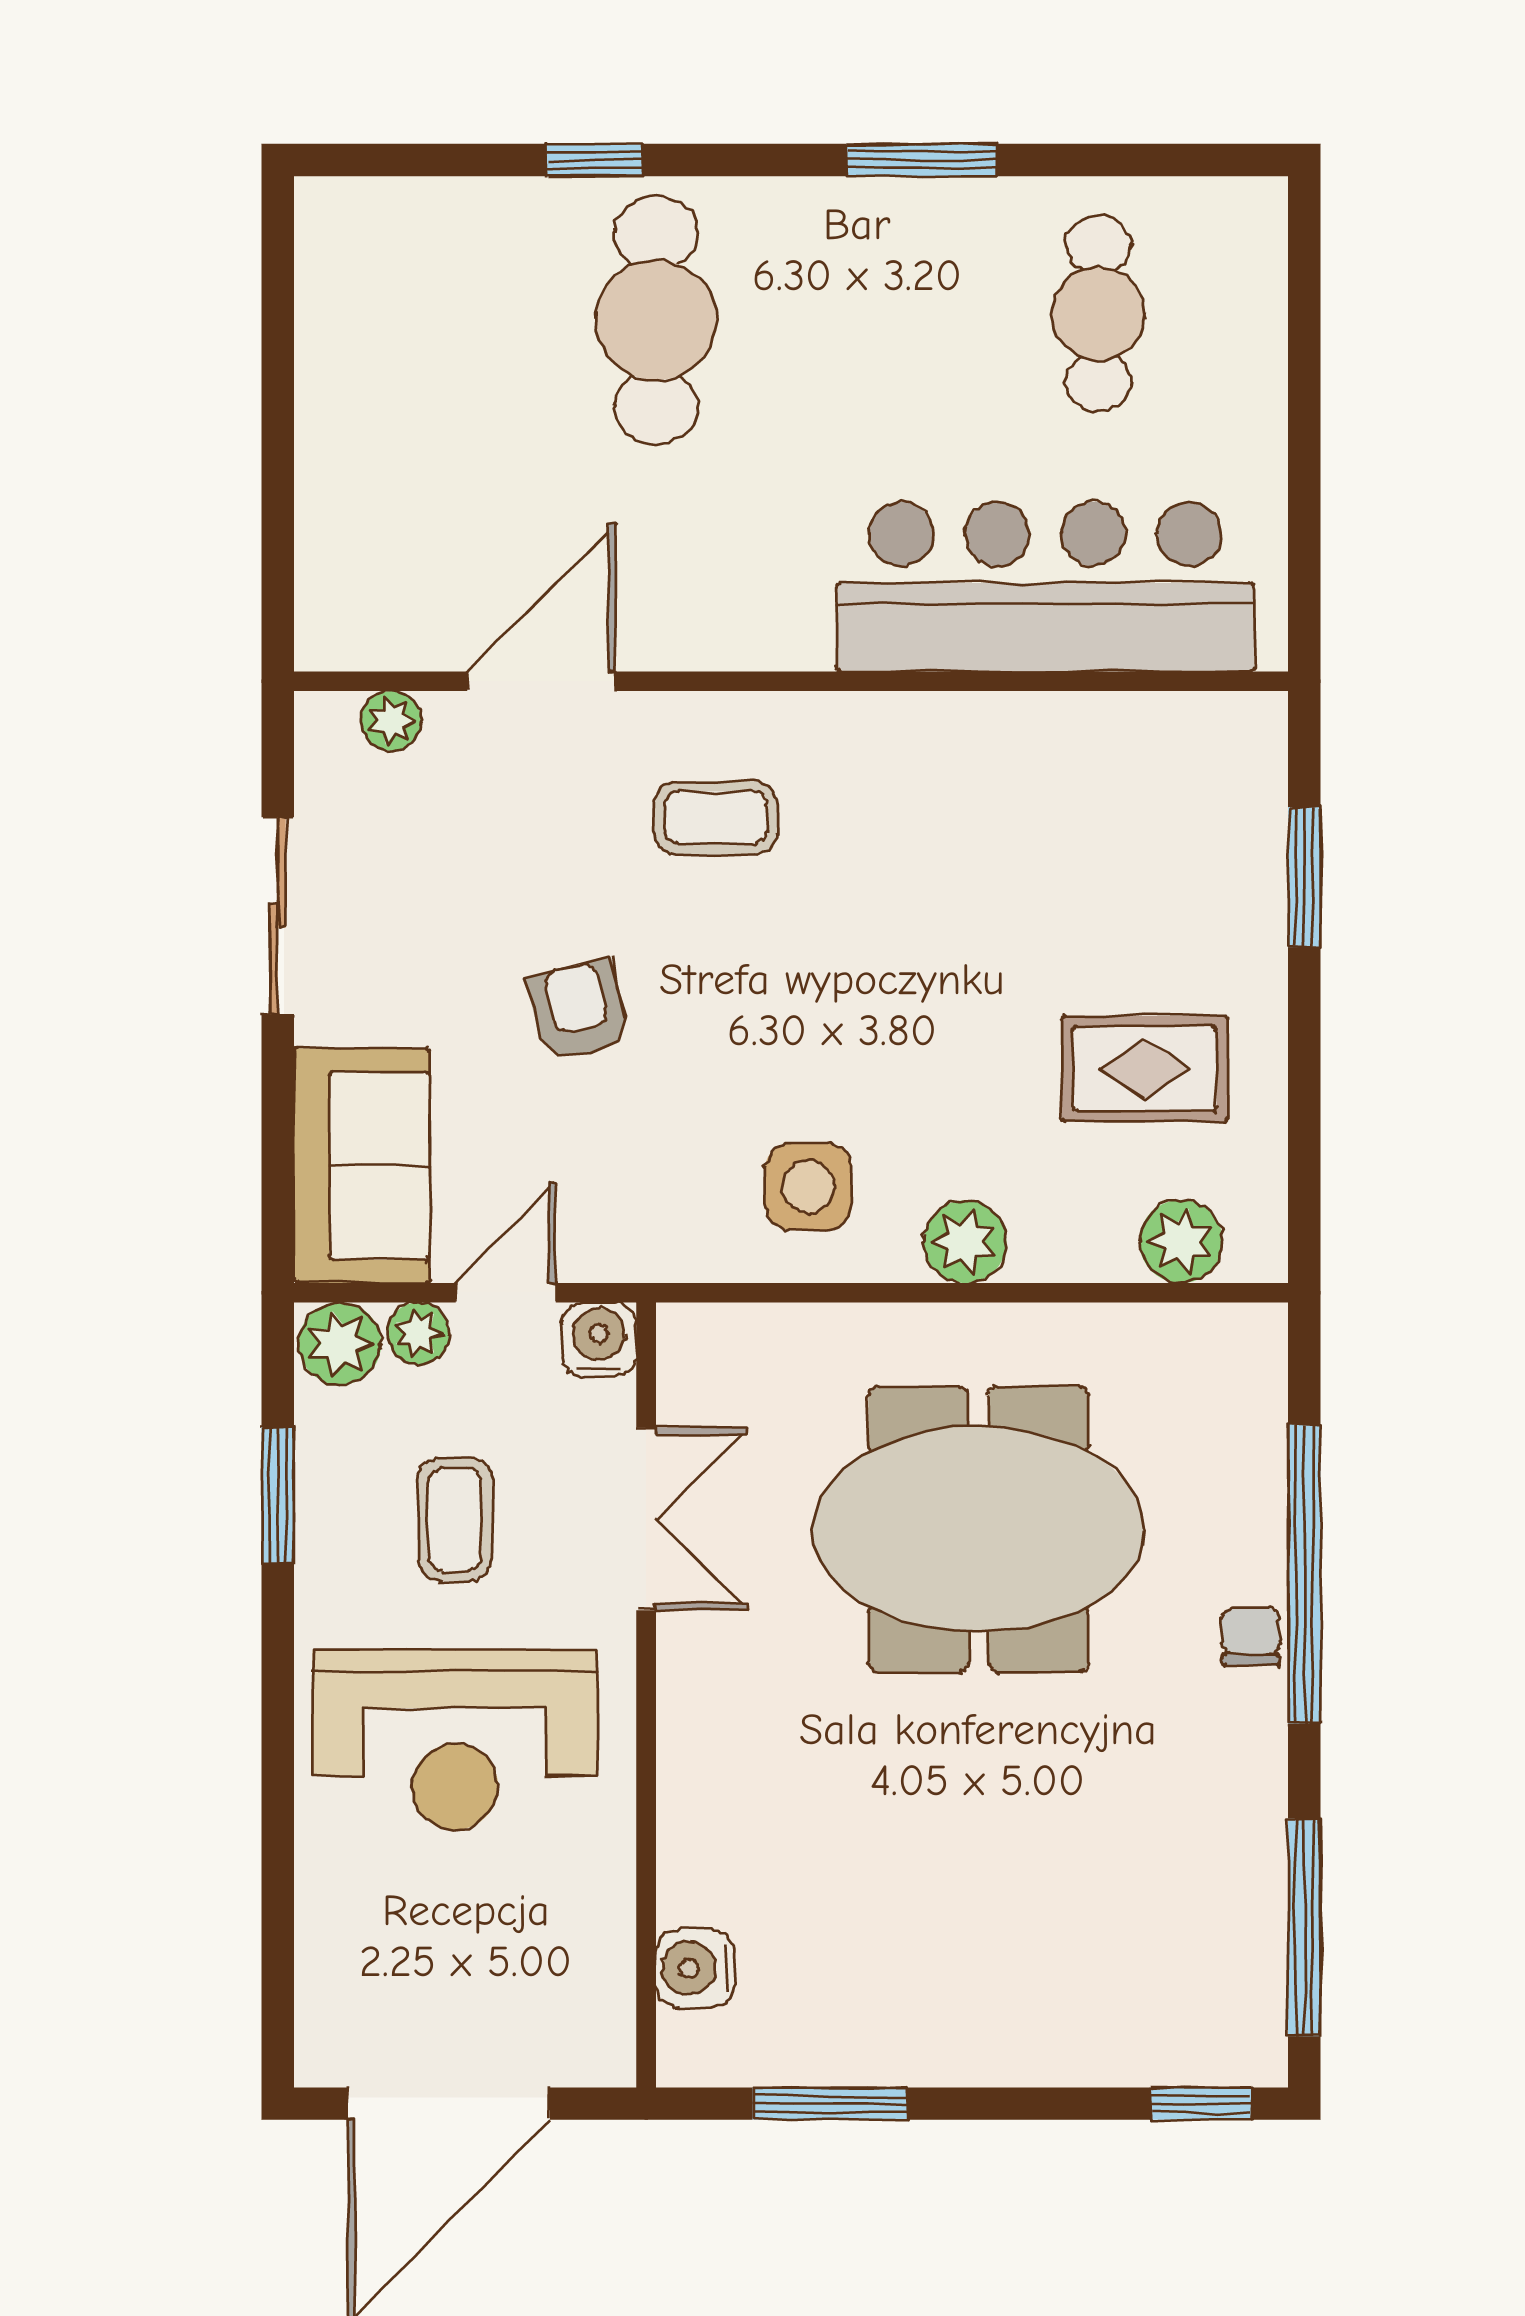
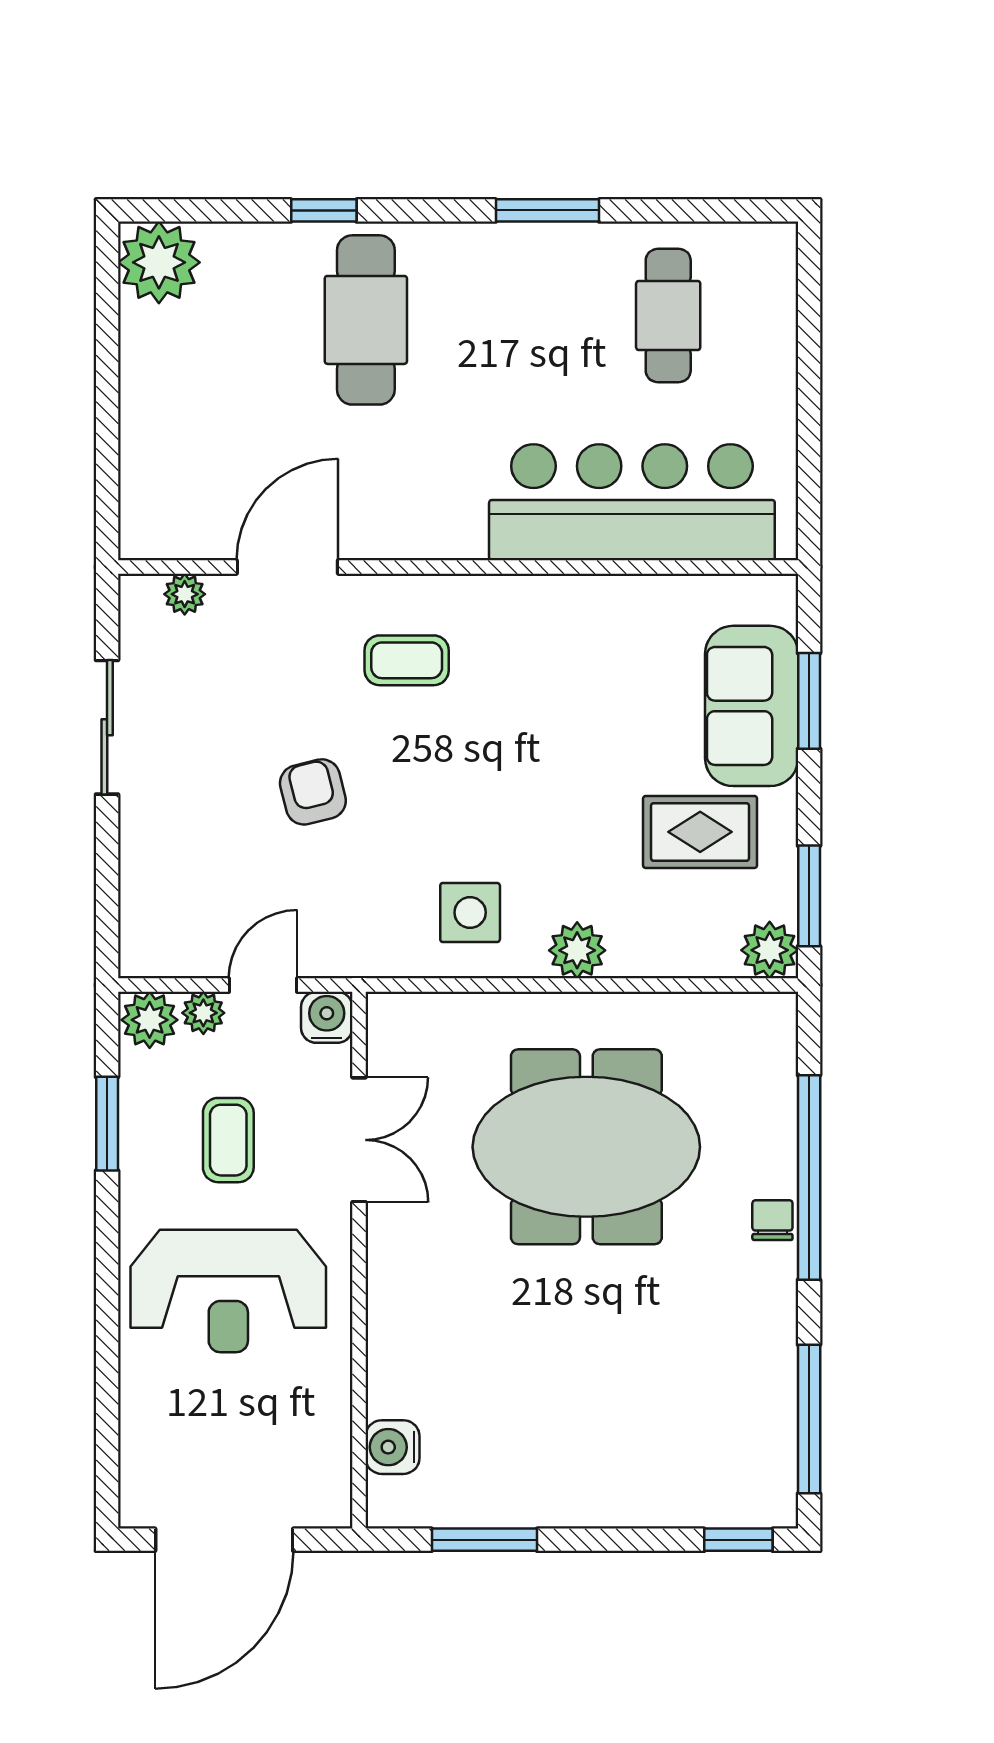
plant: (354, 236) -> (159, 262), added
window: (1304, 1162) -> (809, 896), added
sofa: (362, 1166) -> (752, 706), moved, turned 180
plant: (1181, 1241) -> (770, 950), moved

